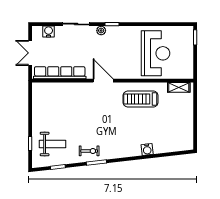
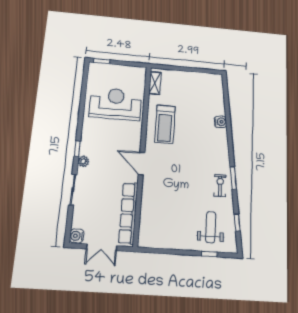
water cooler: (49, 31) -> (77, 236), moved
door: (103, 81) -> (141, 164), hinge flipped

